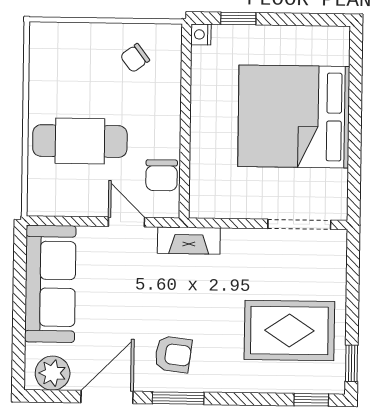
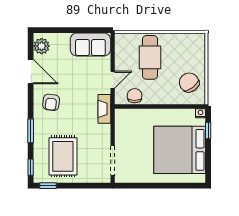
chair: (135, 58) -> (189, 83), width x1.87, depth x1.87
bed: (294, 116) -> (180, 150), moved, turned -90
chair: (162, 175) -> (135, 96), turned 90
sofa: (50, 284) -> (90, 44), width x0.73
window: (178, 398) -> (31, 131), moved

